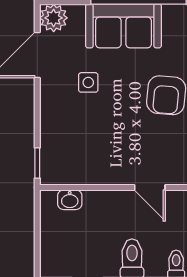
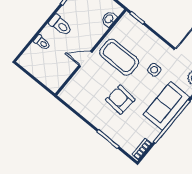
coffee table: (110, 144) -> (119, 57), added

